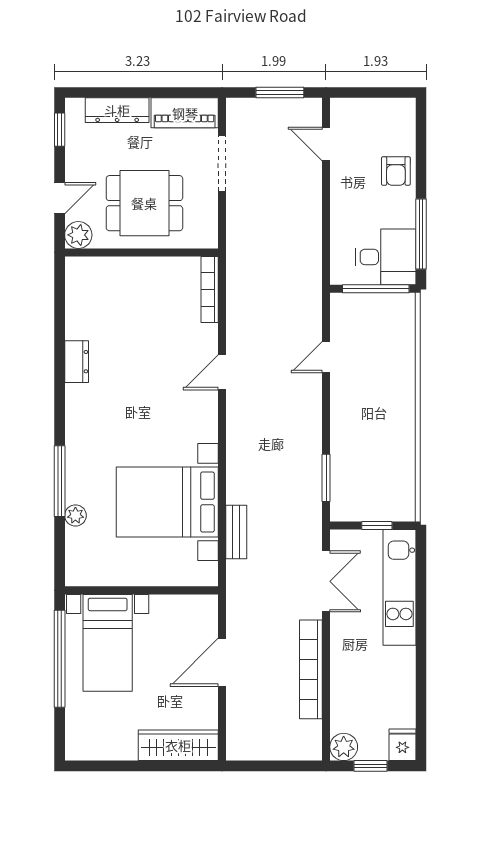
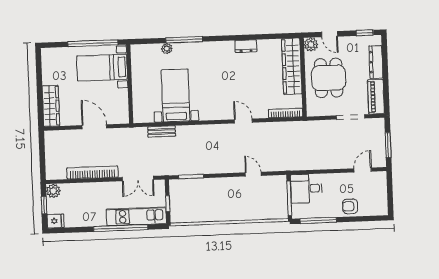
desk: (386, 257) -> (306, 189), moved, turned 90
wardrobe: (119, 274) -> (292, 66), added
bed with nightstands: (167, 502) -> (176, 95), width x0.73
window: (421, 619) -> (121, 228), added

